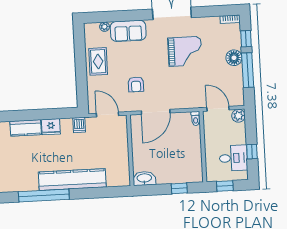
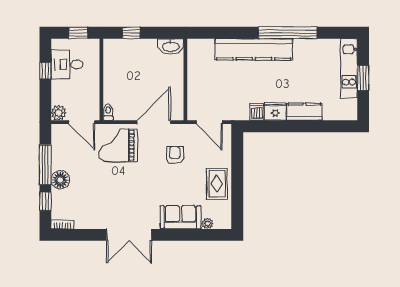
grand piano: (185, 51) -> (118, 145), moved
dishwasher: (79, 125) -> (257, 112), moved

